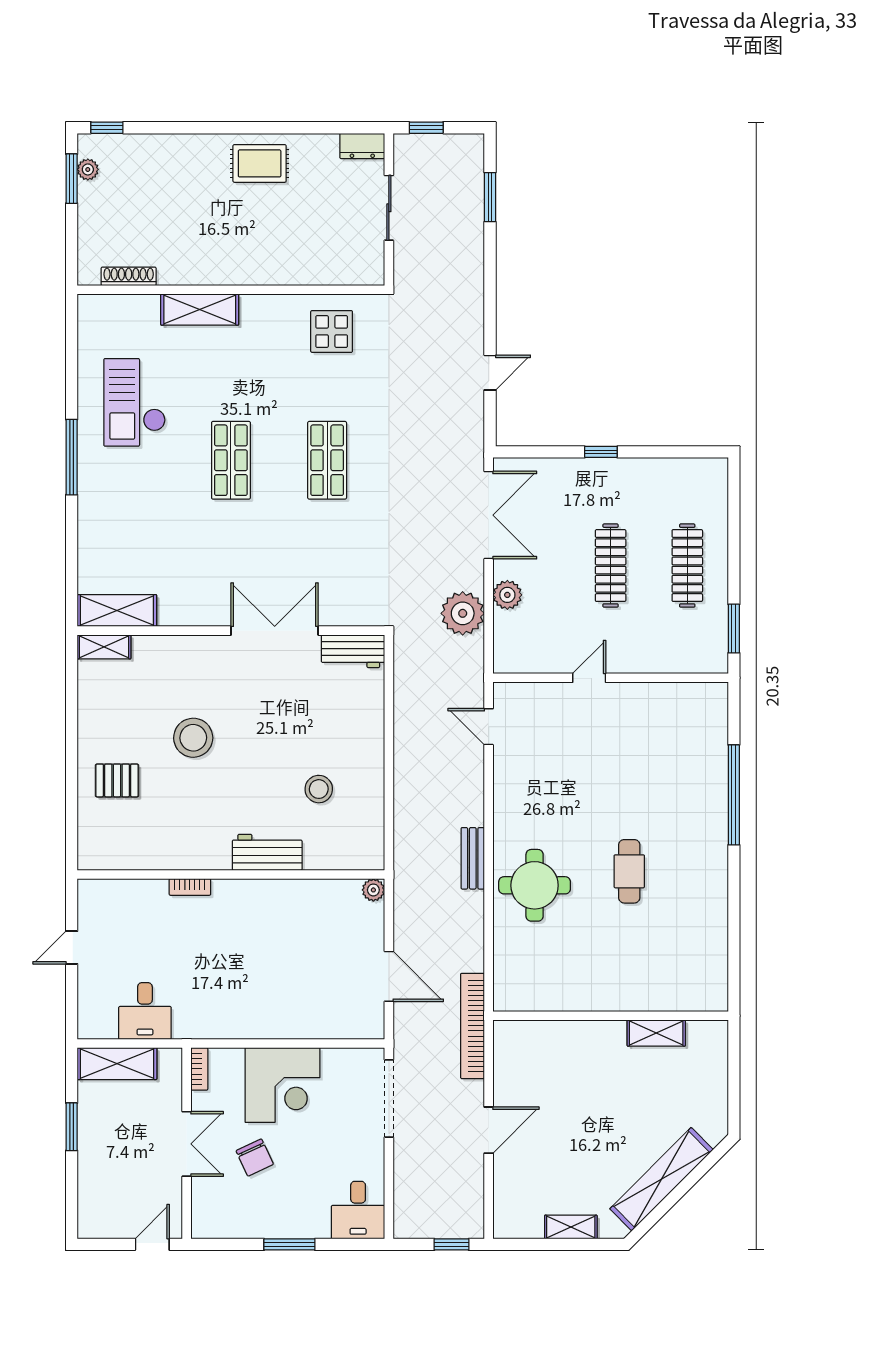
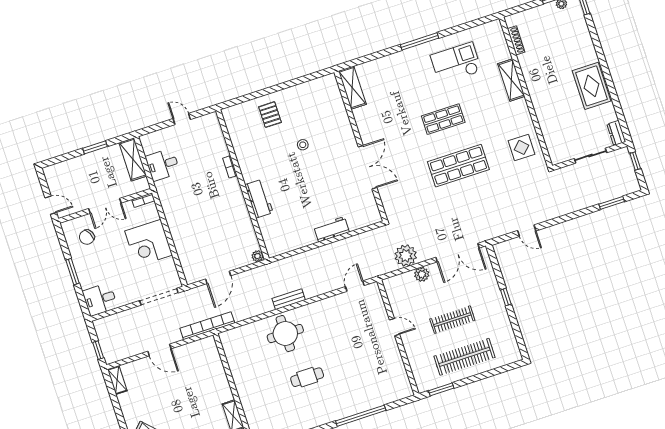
rug: (260, 163) -> (592, 86), width x1.36, depth x1.43
shop shelf: (327, 460) -> (458, 166), width x1.43, depth x1.36
clothes rail: (687, 566) -> (464, 357), width x1.37, depth x1.31
shelving: (104, 647) -> (333, 87), removed
workbench: (353, 651) -> (331, 229), moved, turned 90
stool: (193, 738) -> (303, 145), width x0.53, depth x0.53
stool: (319, 789) -> (298, 214), removed
chair: (255, 1158) -> (87, 237), moved
shelving: (571, 1227) -> (117, 380), moved

